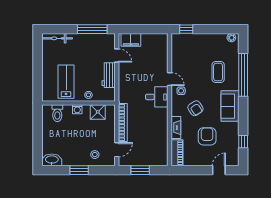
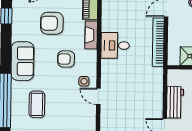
desk: (157, 97) -> (115, 45), moved
armchair: (195, 108) -> (66, 59), turned -57
armchair: (207, 136) -> (52, 23), turned 90

